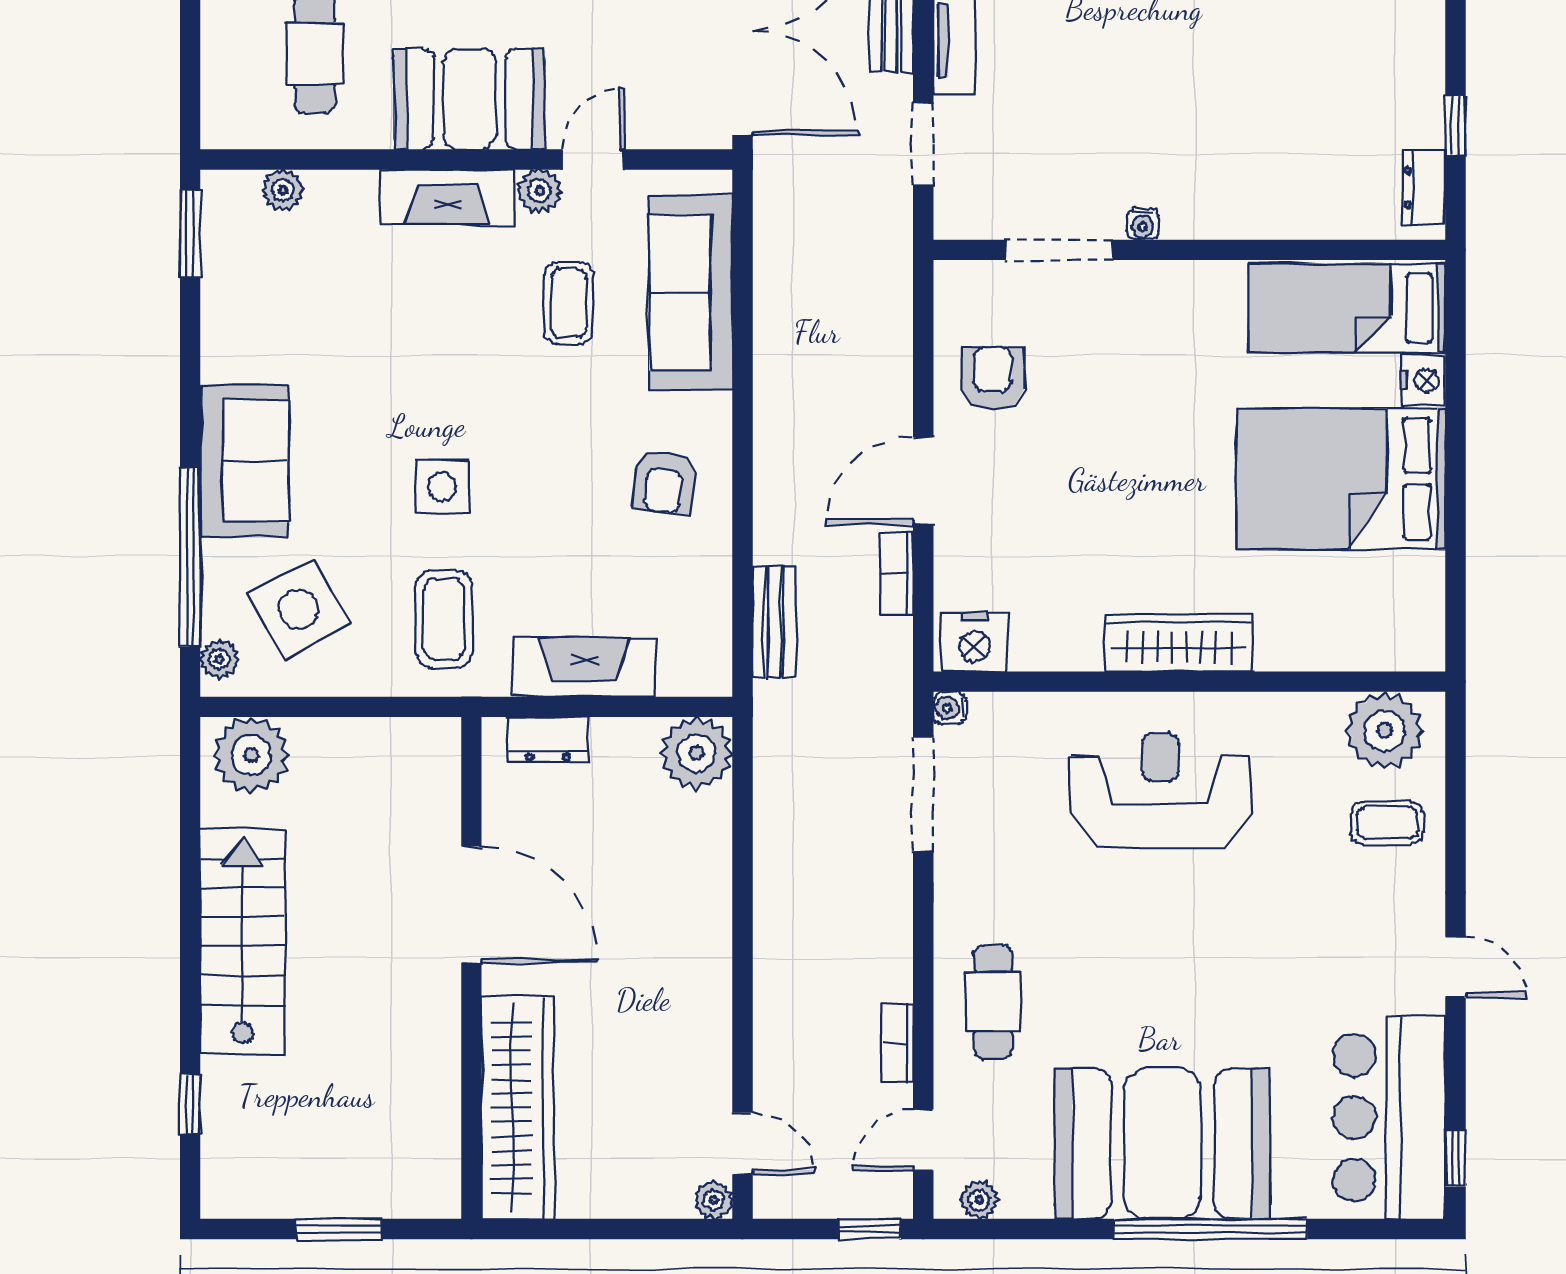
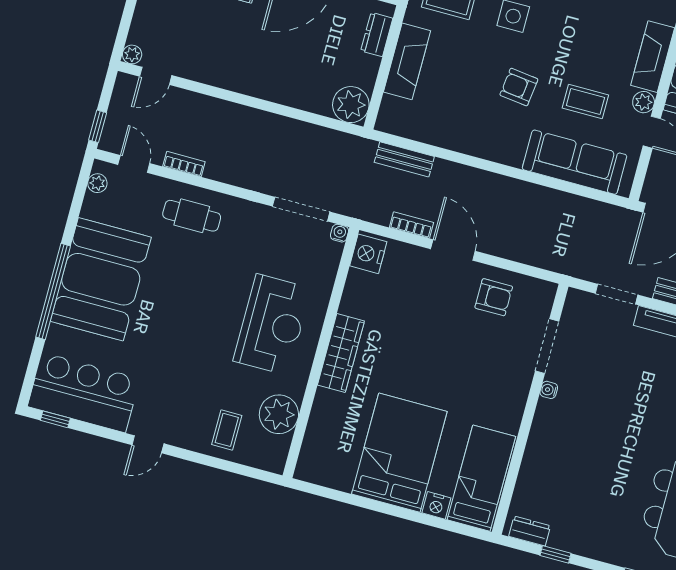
armchair: (664, 482) -> (519, 87), moved
plant: (1385, 731) -> (279, 414), moved

